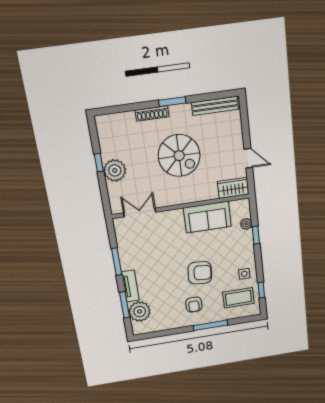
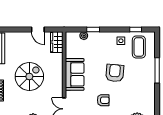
door: (248, 158) -> (38, 29), swing flipped
sofa: (207, 217) -> (75, 74), moved
armchair: (194, 305) -> (103, 100), moved

